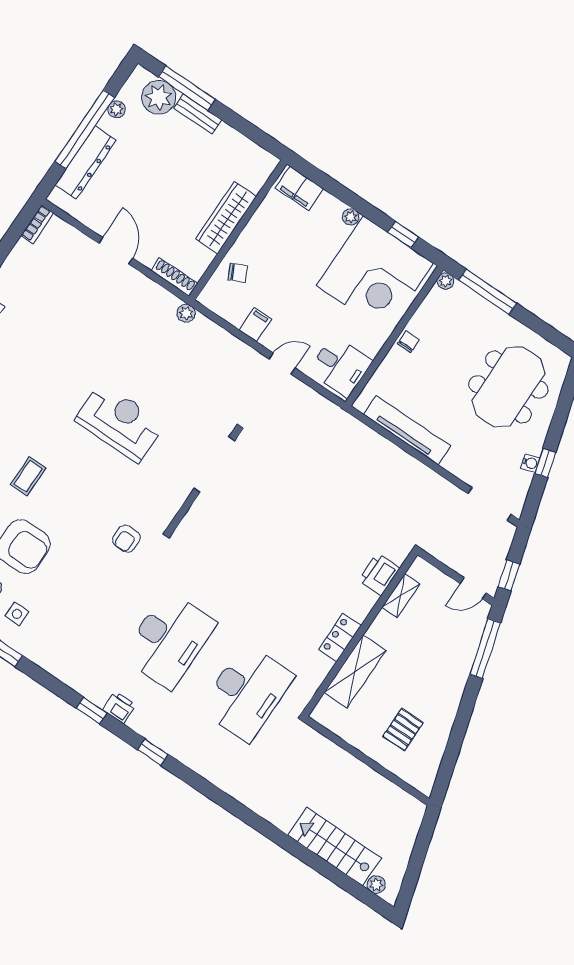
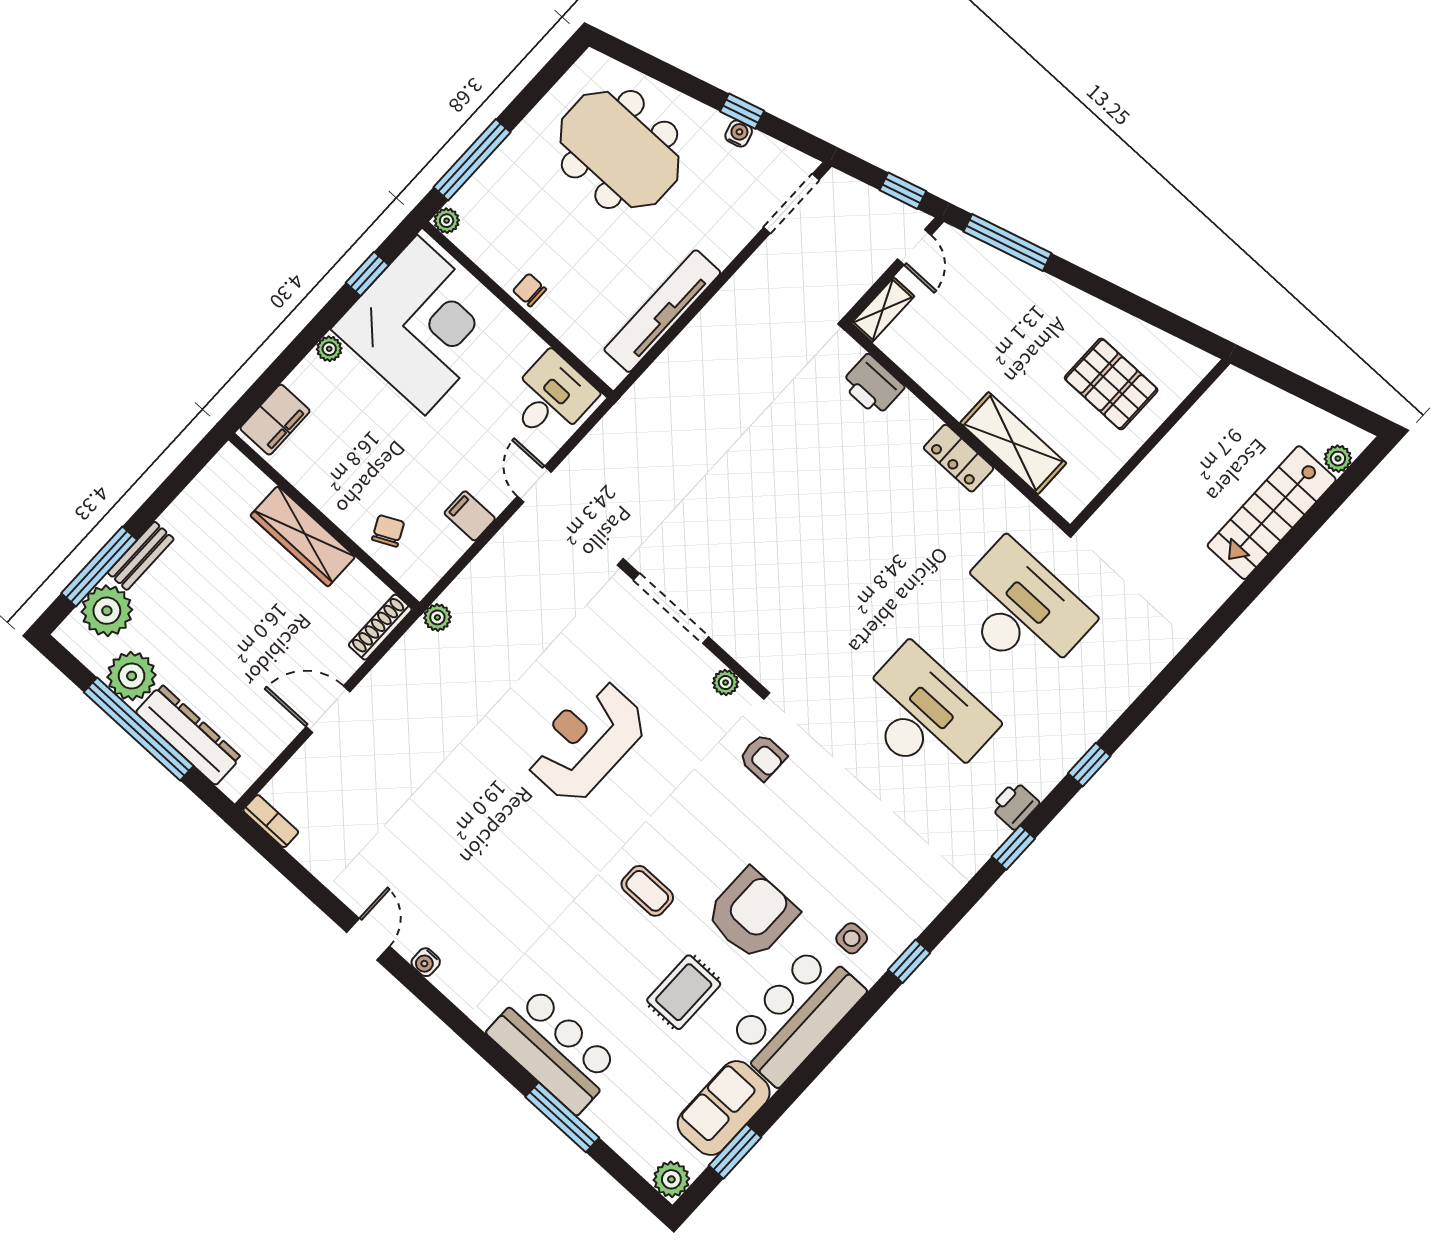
plant: (117, 109) -> (132, 676), width x1.87, depth x1.87
plant: (171, 507) -> (726, 683), added
shelving: (401, 596) -> (883, 310), moved, turned 90
pallet: (403, 730) -> (1111, 384), width x1.50, depth x1.42

